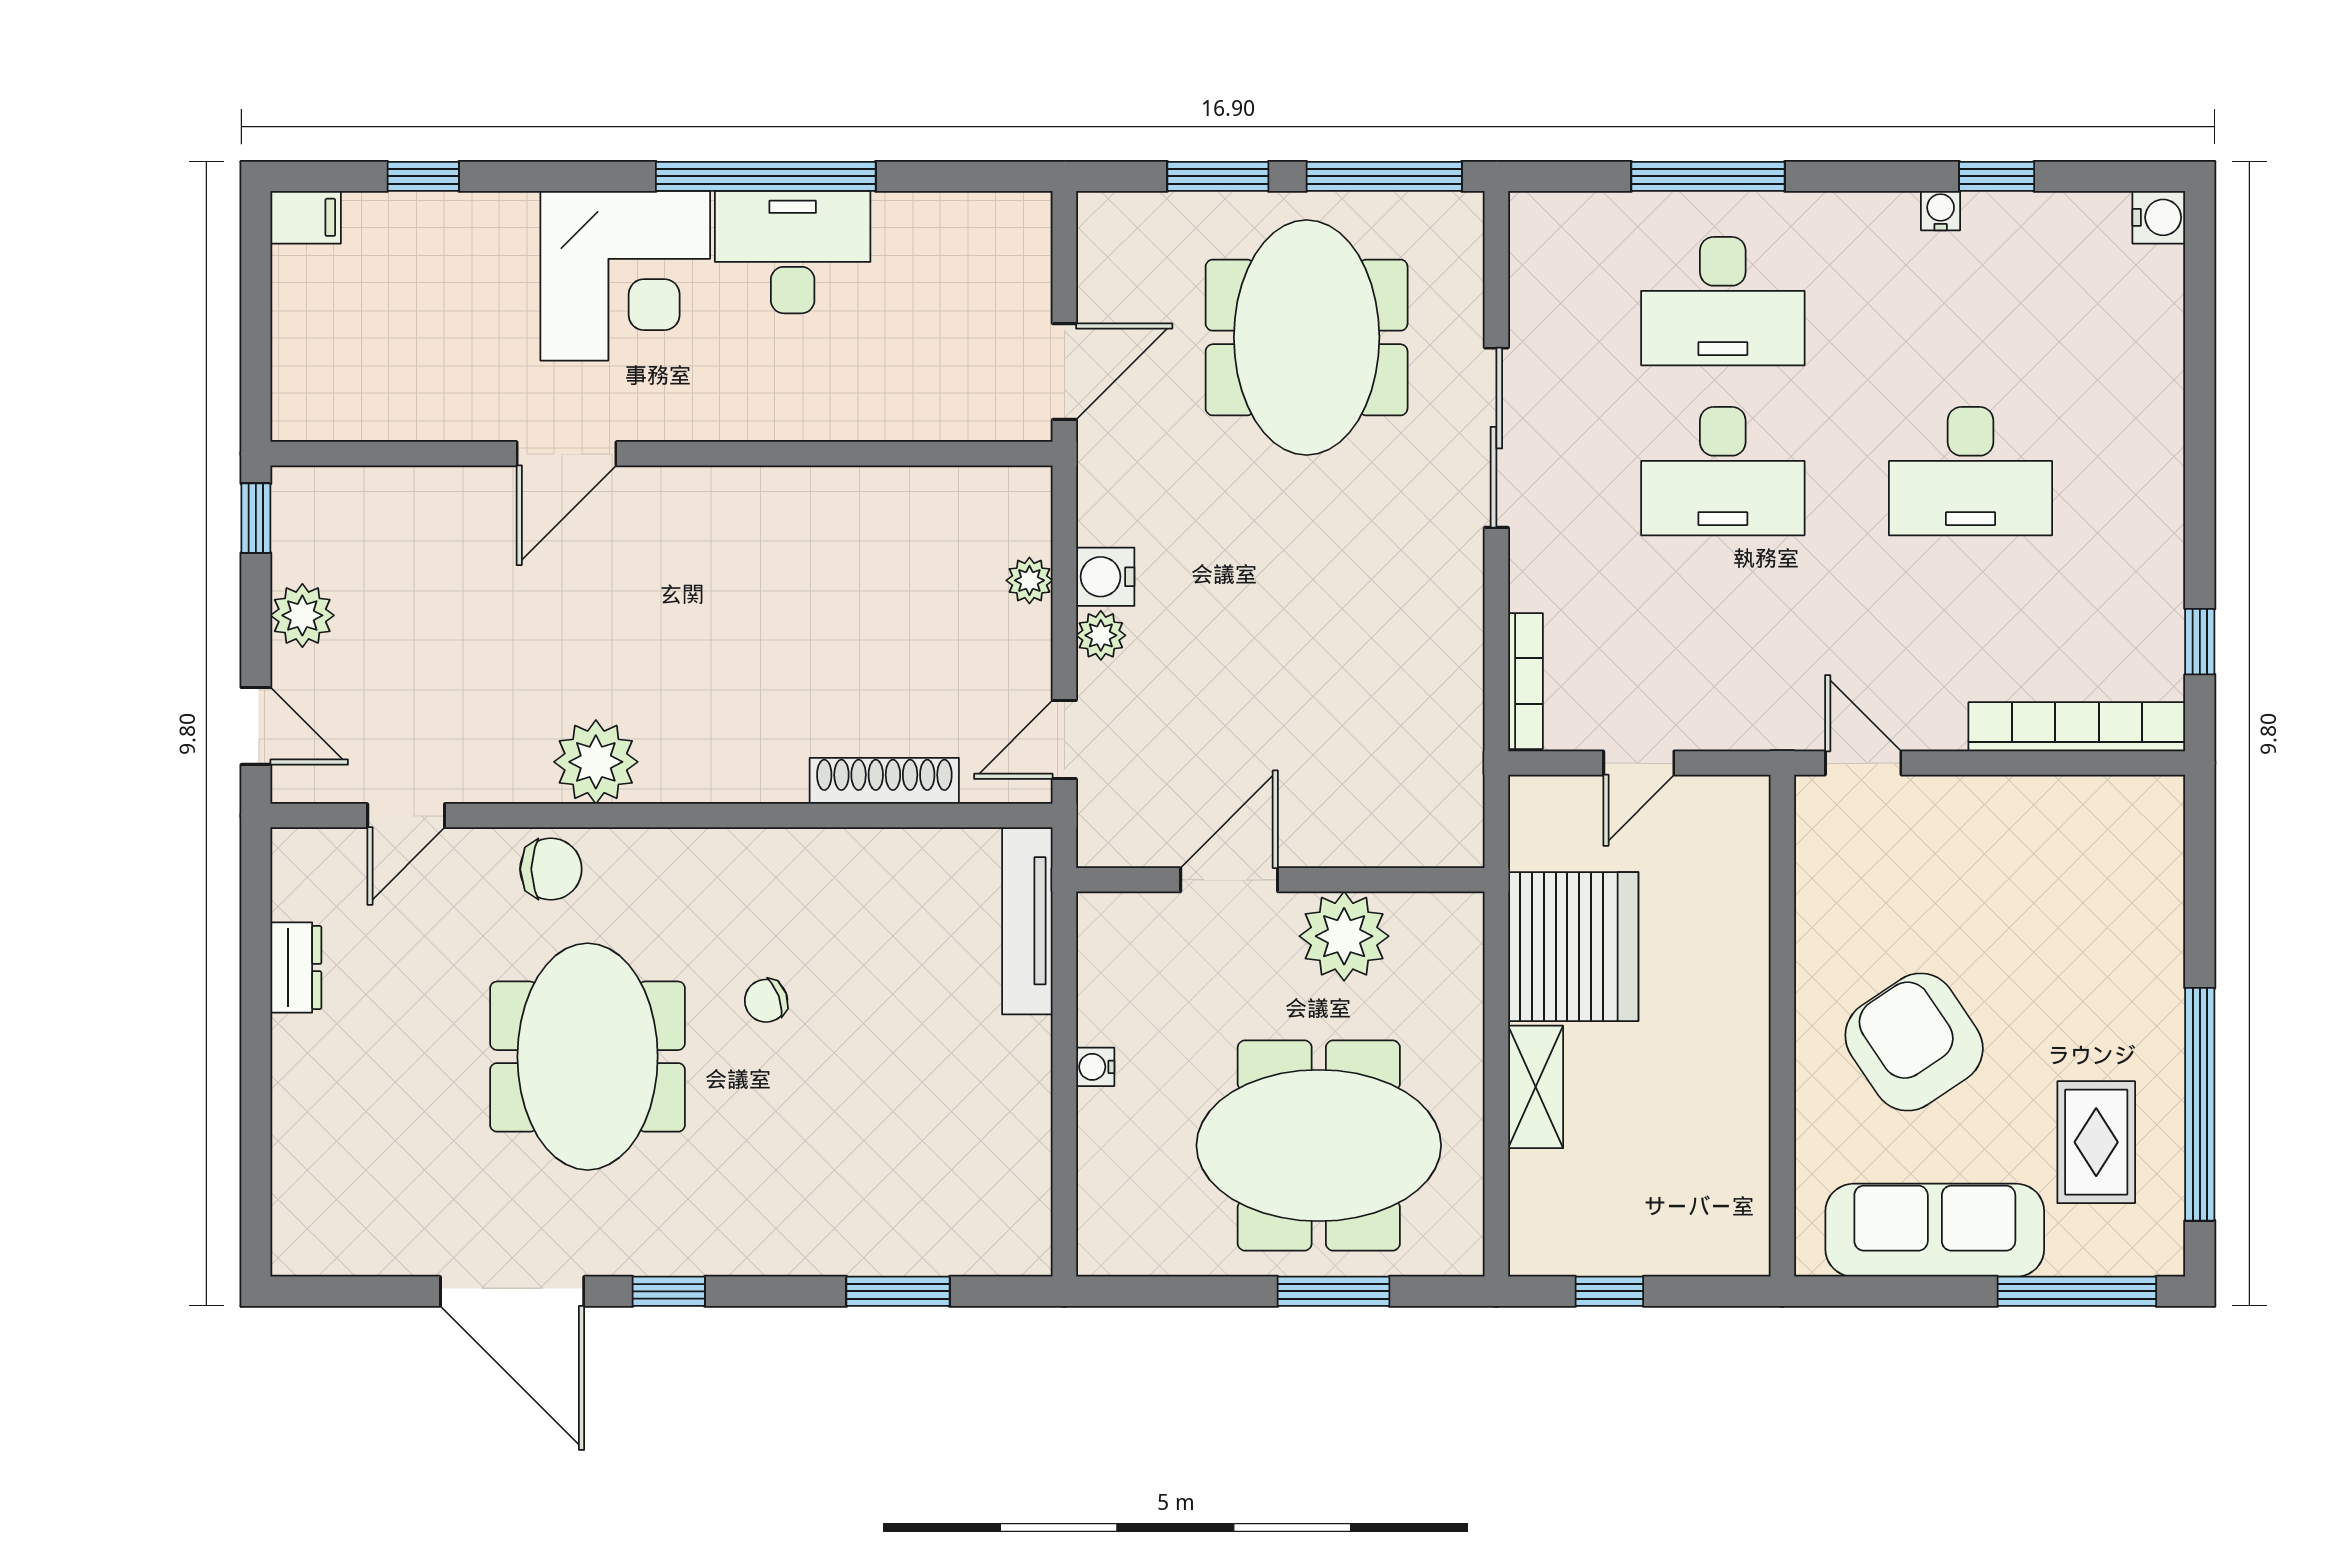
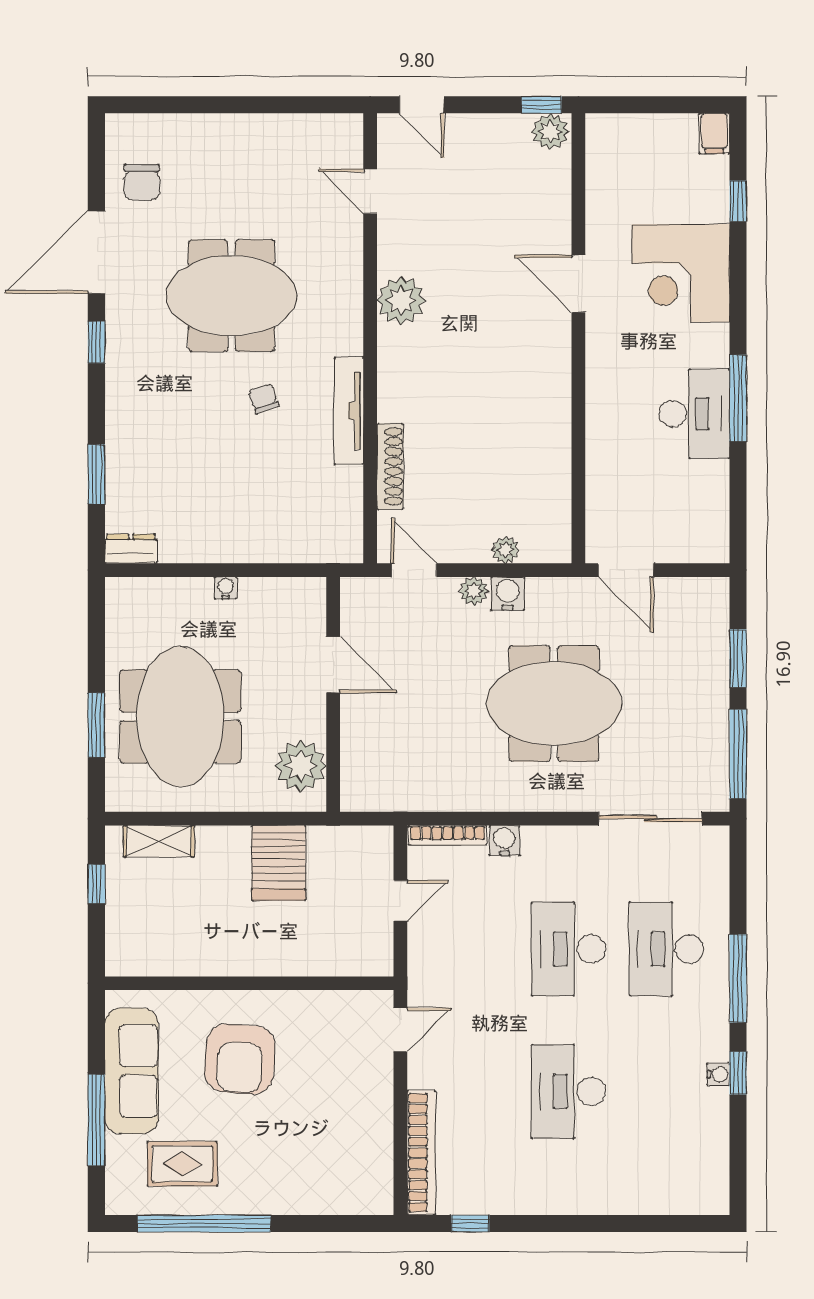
window: (766, 176) -> (738, 398), width x0.68
window: (1708, 176) -> (738, 978), moved
window: (1997, 176) -> (738, 1073), moved
water cooler: (2159, 217) -> (505, 841), moved, turned 180
corner desk: (625, 276) -> (681, 273), moved
meeting table: (1307, 337) -> (554, 703), moved
sliding door: (1496, 438) -> (650, 819), moved
plant: (302, 615) -> (550, 131), moved
door: (256, 726) -> (422, 105), hinge flipped
door: (1639, 763) -> (400, 901), swing flipped
chair: (551, 869) -> (142, 182), moved
tv unit: (1027, 921) -> (349, 411), moved, turned -90
plant: (1344, 936) -> (301, 766), moved
server rack: (1573, 947) -> (279, 863), width x0.62
dresser: (296, 968) -> (131, 549), moved, turned 180
armchair: (1914, 1042) -> (240, 1059), turned 128
shelving: (1536, 1087) -> (159, 841), moved
window: (2077, 1291) -> (96, 1120), moved

